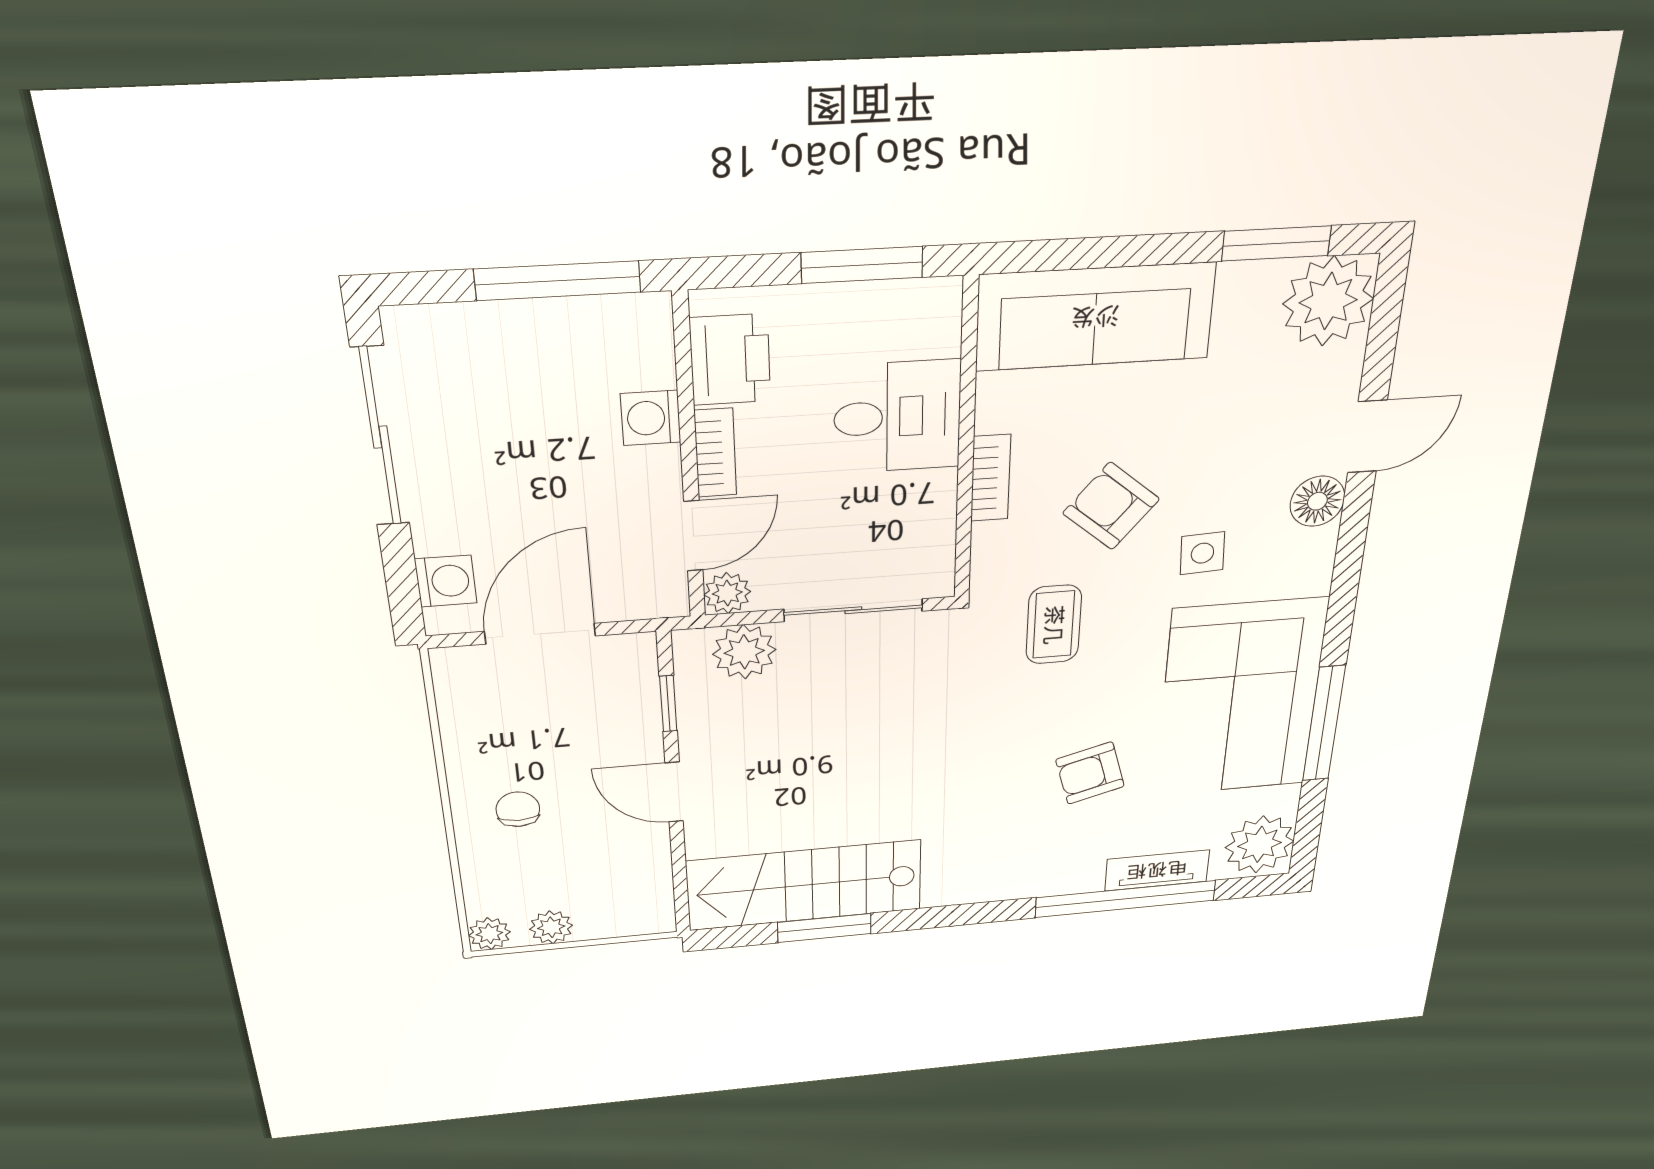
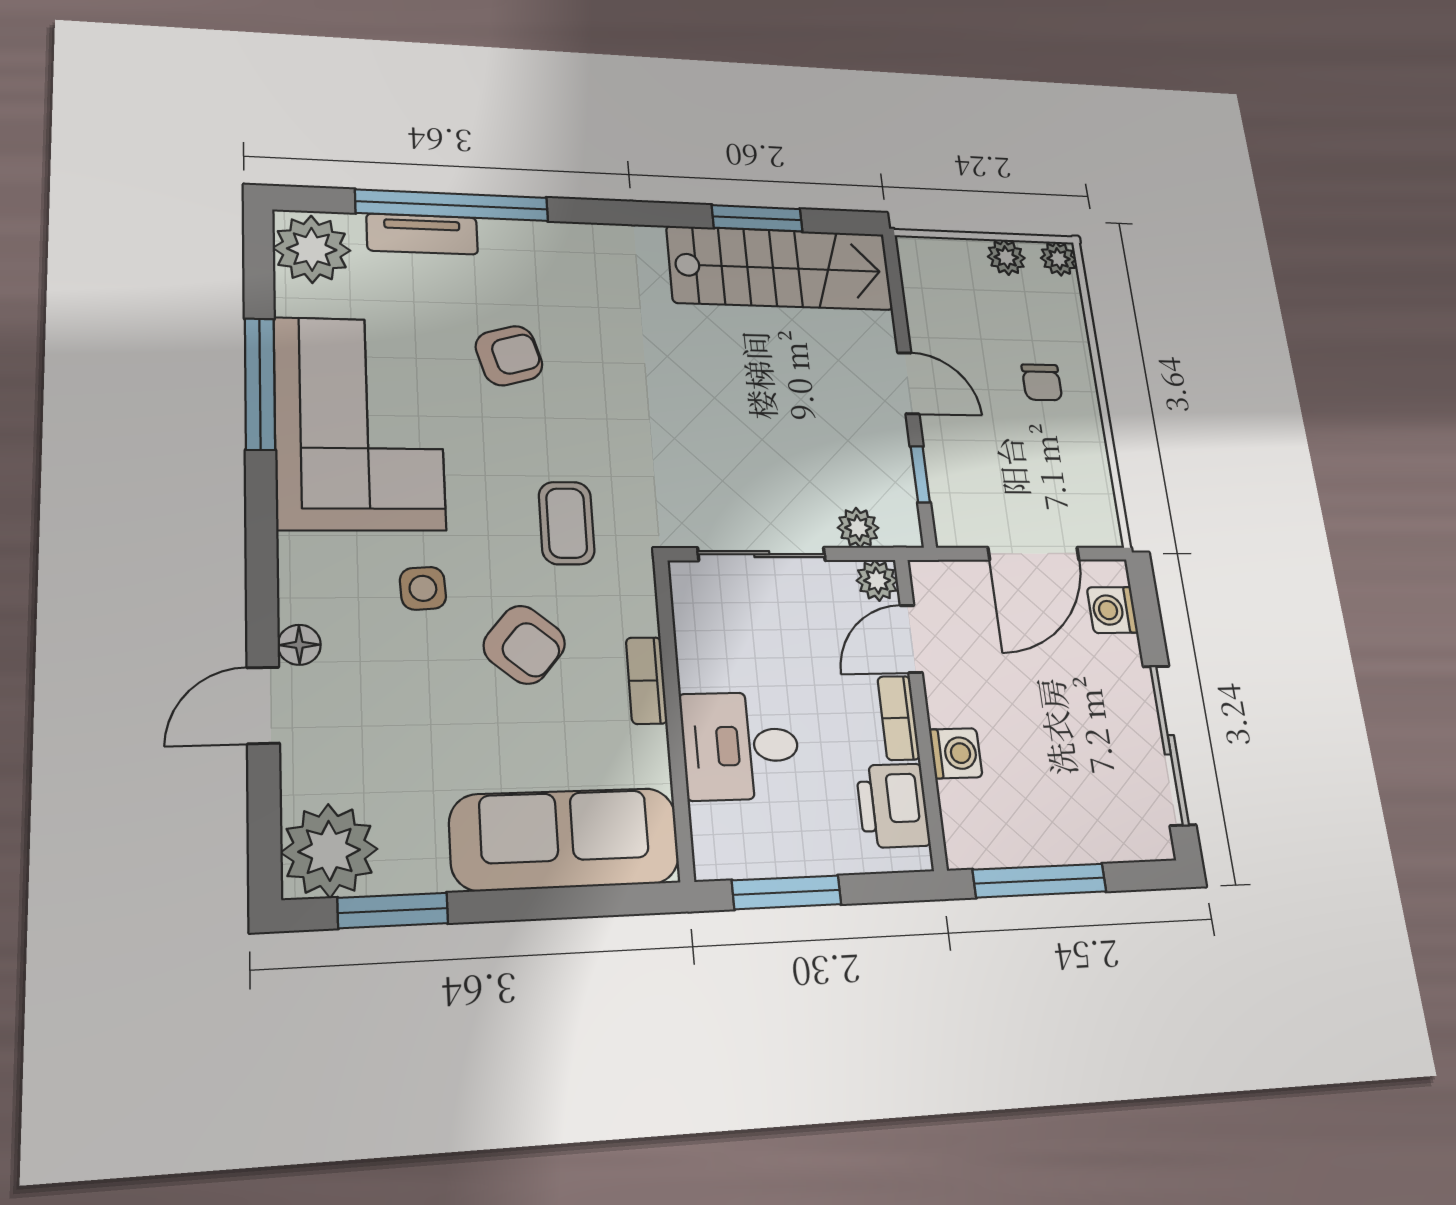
floor lamp: (1317, 501) -> (299, 645), width x0.73, depth x0.73
plant: (744, 652) -> (858, 528), width x0.73, depth x0.73

